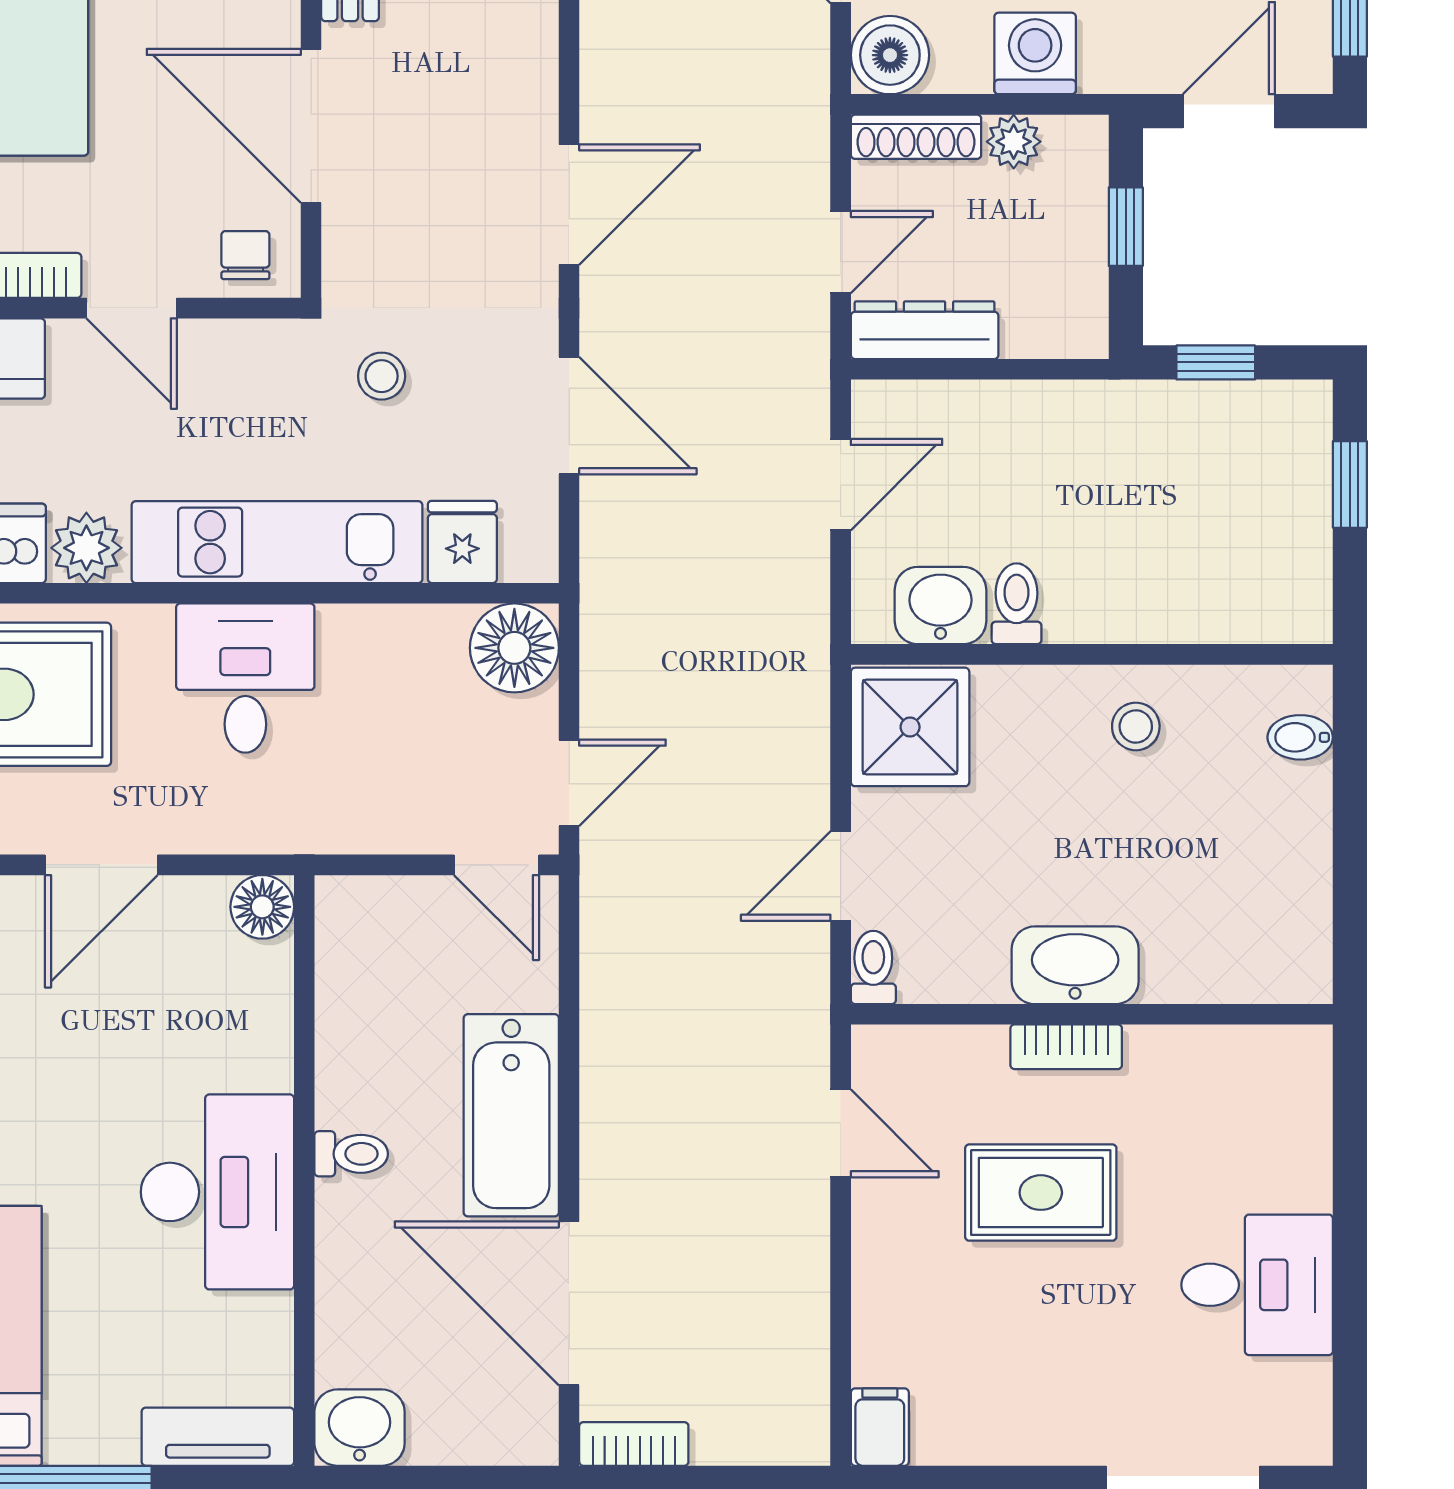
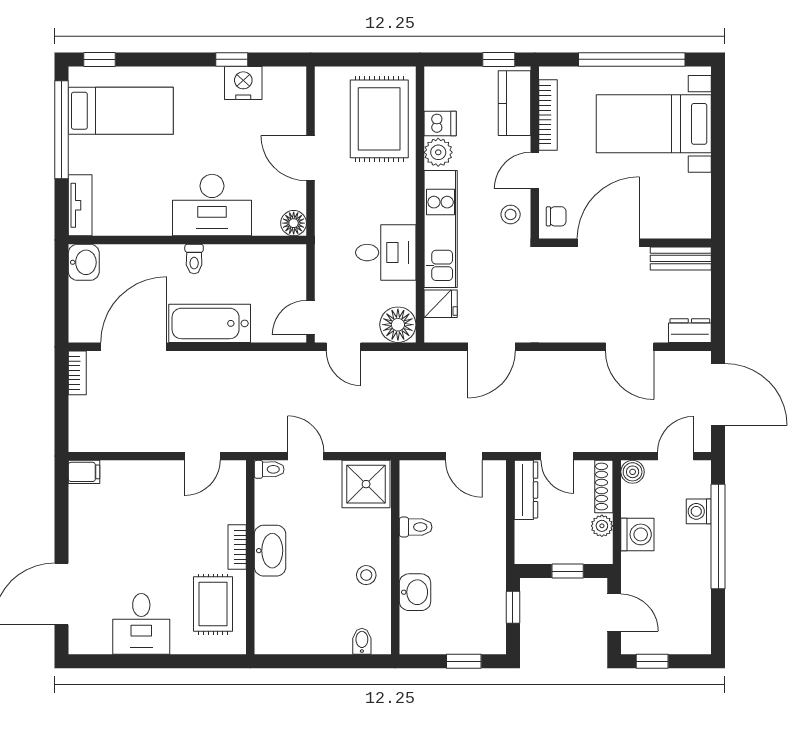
boiler: (890, 55) -> (633, 472), width x0.73, depth x0.73
door: (569, 205) -> (630, 347), moved
stool: (382, 376) -> (511, 214), moved
washbasin: (940, 605) -> (415, 592), moved
desk: (245, 678) -> (386, 253), moved
desk: (217, 1192) -> (212, 205), moved
rug: (1041, 1193) -> (213, 604), moved

